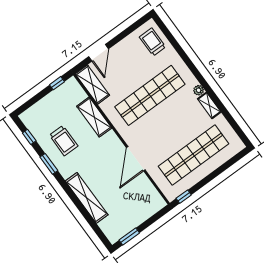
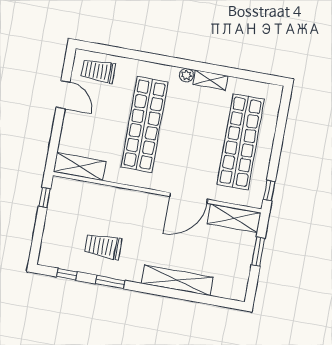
door: (99, 53) -> (63, 95), moved
shelving: (94, 117) -> (234, 218), moved
trolley: (64, 141) -> (103, 246), turned 180
door: (136, 159) -> (189, 198), hinge flipped
window: (129, 236) -> (258, 252), moved

